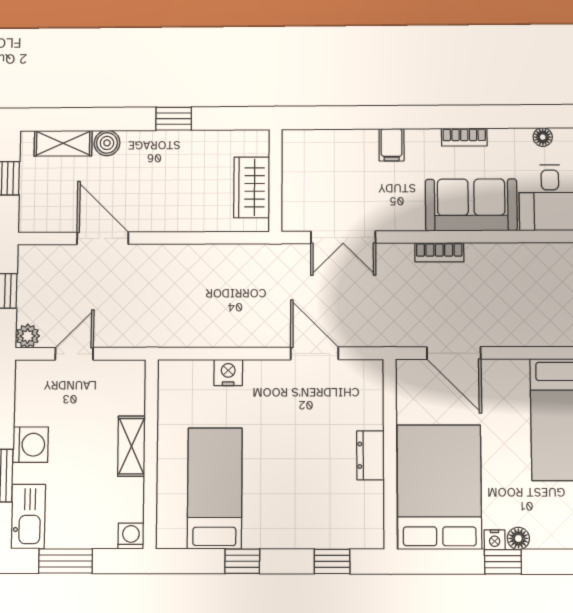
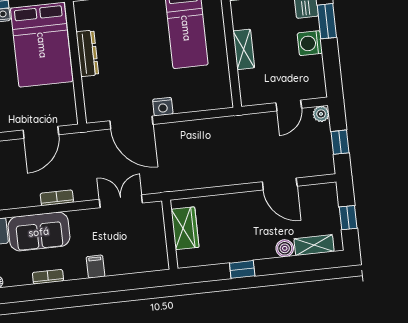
door: (315, 353) -> (131, 123), width x1.36
door: (454, 353) -> (41, 132), swing flipped
nightstand: (228, 372) -> (163, 107), moved
dresser: (370, 455) -> (87, 53), width x1.44

